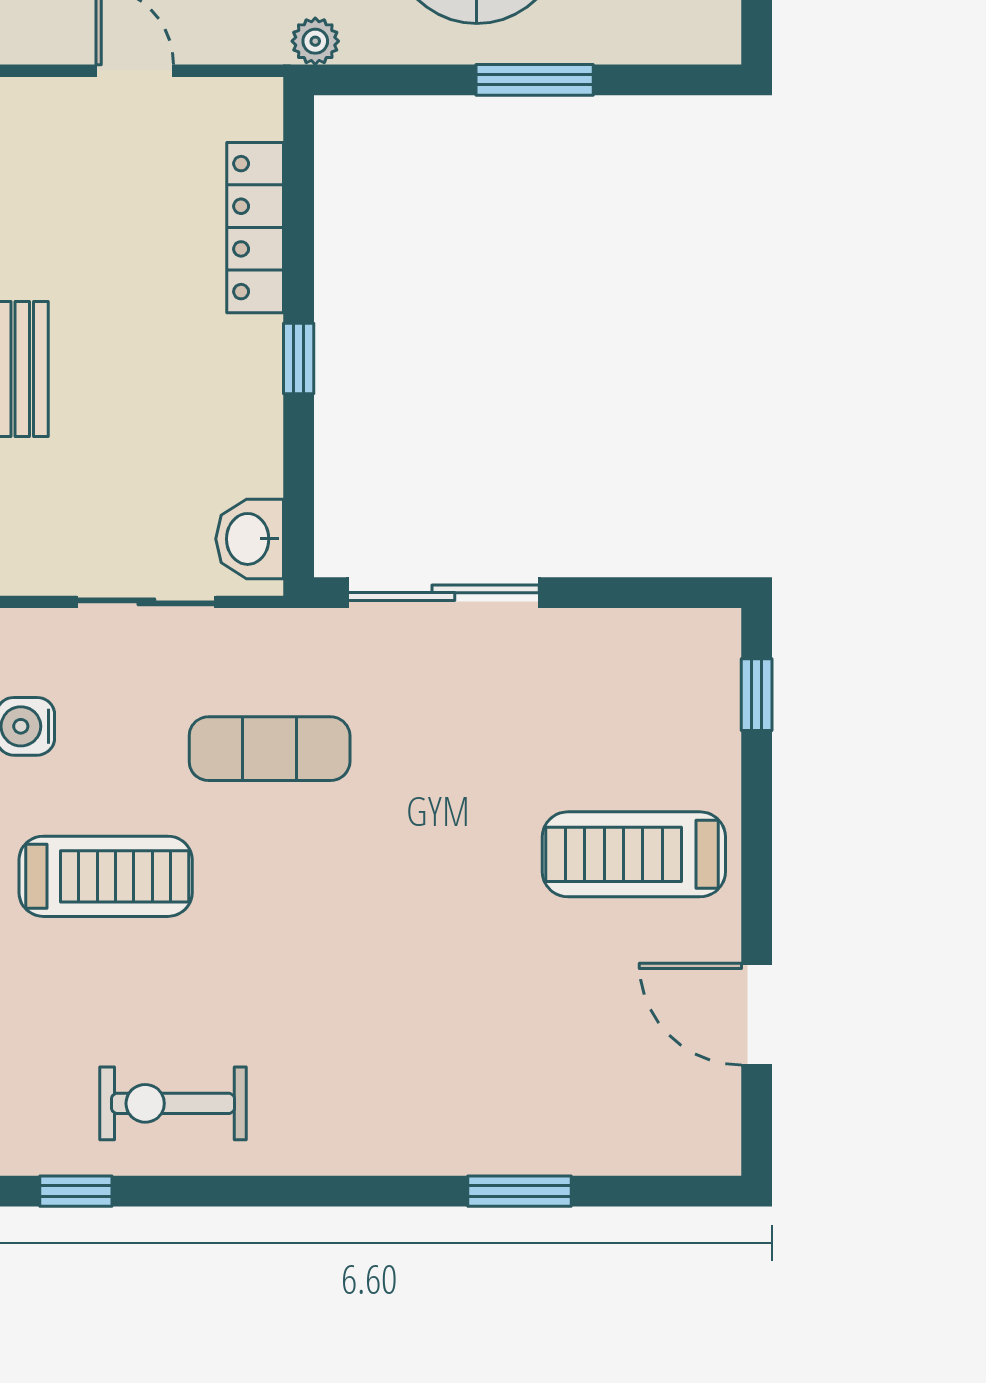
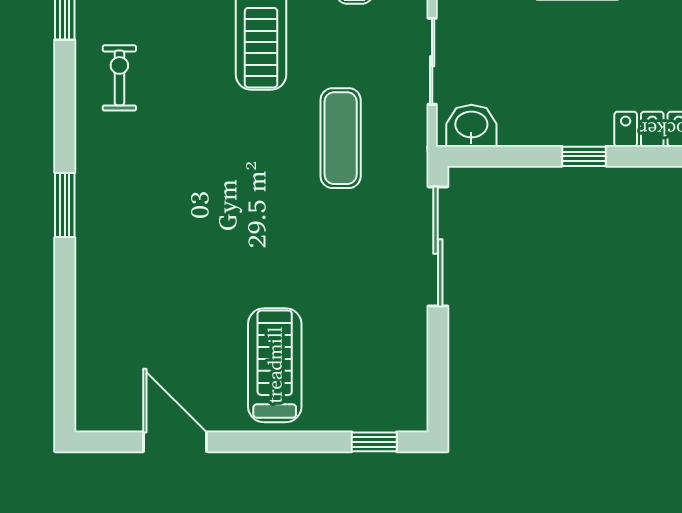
door: (757, 1014) -> (175, 442), hinge flipped
exercise bike: (173, 1103) -> (119, 78), width x0.73, depth x0.72
window: (520, 1191) -> (65, 205), moved

